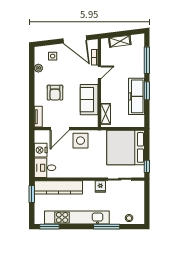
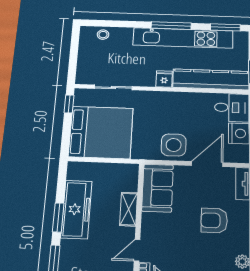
armchair: (55, 93) -> (214, 220), turned -90
sofa: (89, 100) -> (158, 188), moved
shelving: (106, 114) -> (129, 209), moved
fridge: (100, 187) -> (164, 79), moved
window: (107, 227) -> (171, 26), moved

